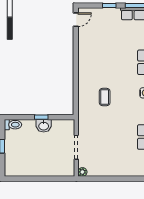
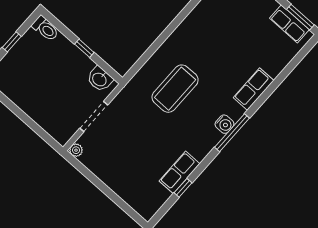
coffee table: (105, 97) -> (175, 89), width x1.86, depth x1.72
washbasin: (44, 126) -> (100, 79), moved

